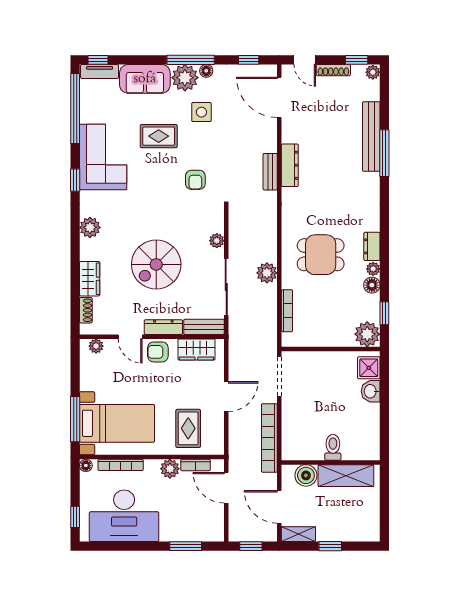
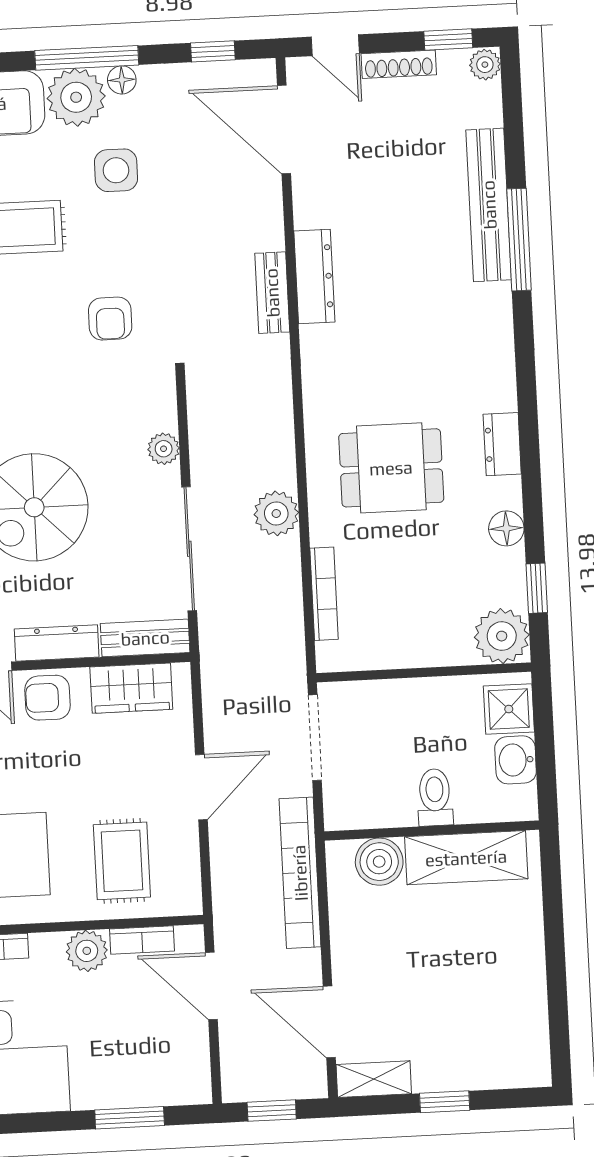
plant: (373, 269) -> (507, 493), removed
toilet: (333, 447) -> (435, 797), moved
wall: (331, 462) -> (432, 831), moved
boiler: (306, 475) -> (379, 862), moved
shelving: (346, 476) -> (466, 858), moved

